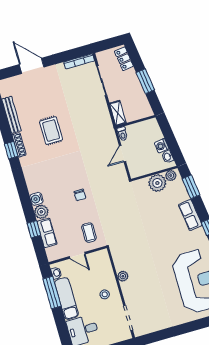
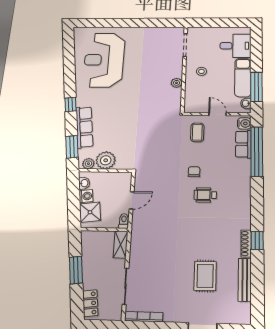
rug: (51, 131) -> (205, 276), moved
shower: (153, 133) -> (90, 212), added
wheelchair: (64, 177) -> (205, 195), added
water cooler: (36, 199) -> (244, 123), moved
plant: (41, 212) -> (243, 167), removed
row of seats: (190, 215) -> (84, 127), width x1.48
window: (34, 229) -> (257, 151), width x3.17

